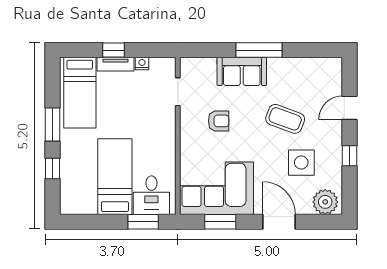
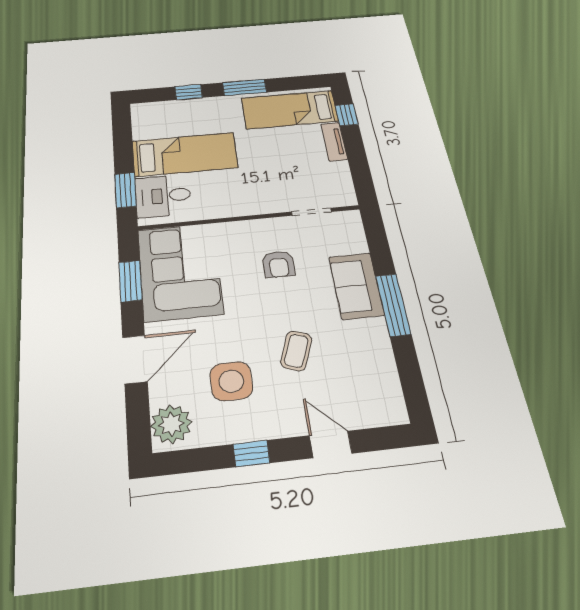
window: (113, 50) -> (346, 115), moved
nightstand: (142, 64) -> (341, 169), removed
coffee table: (285, 119) -> (296, 351), width x0.73, depth x0.77

